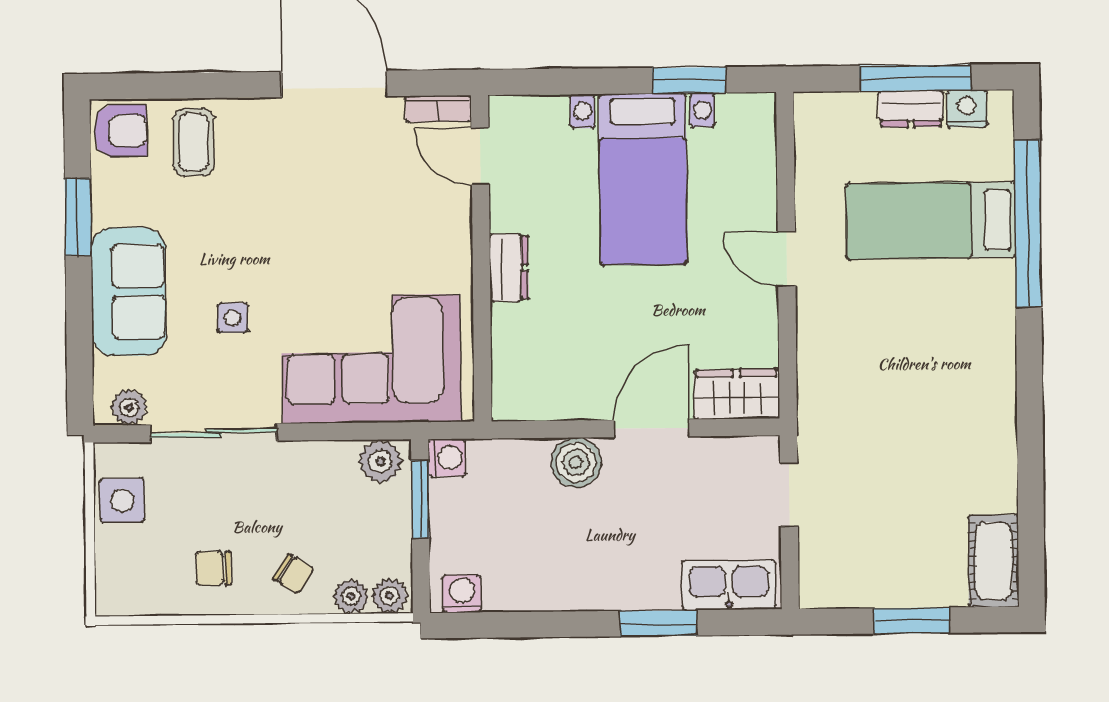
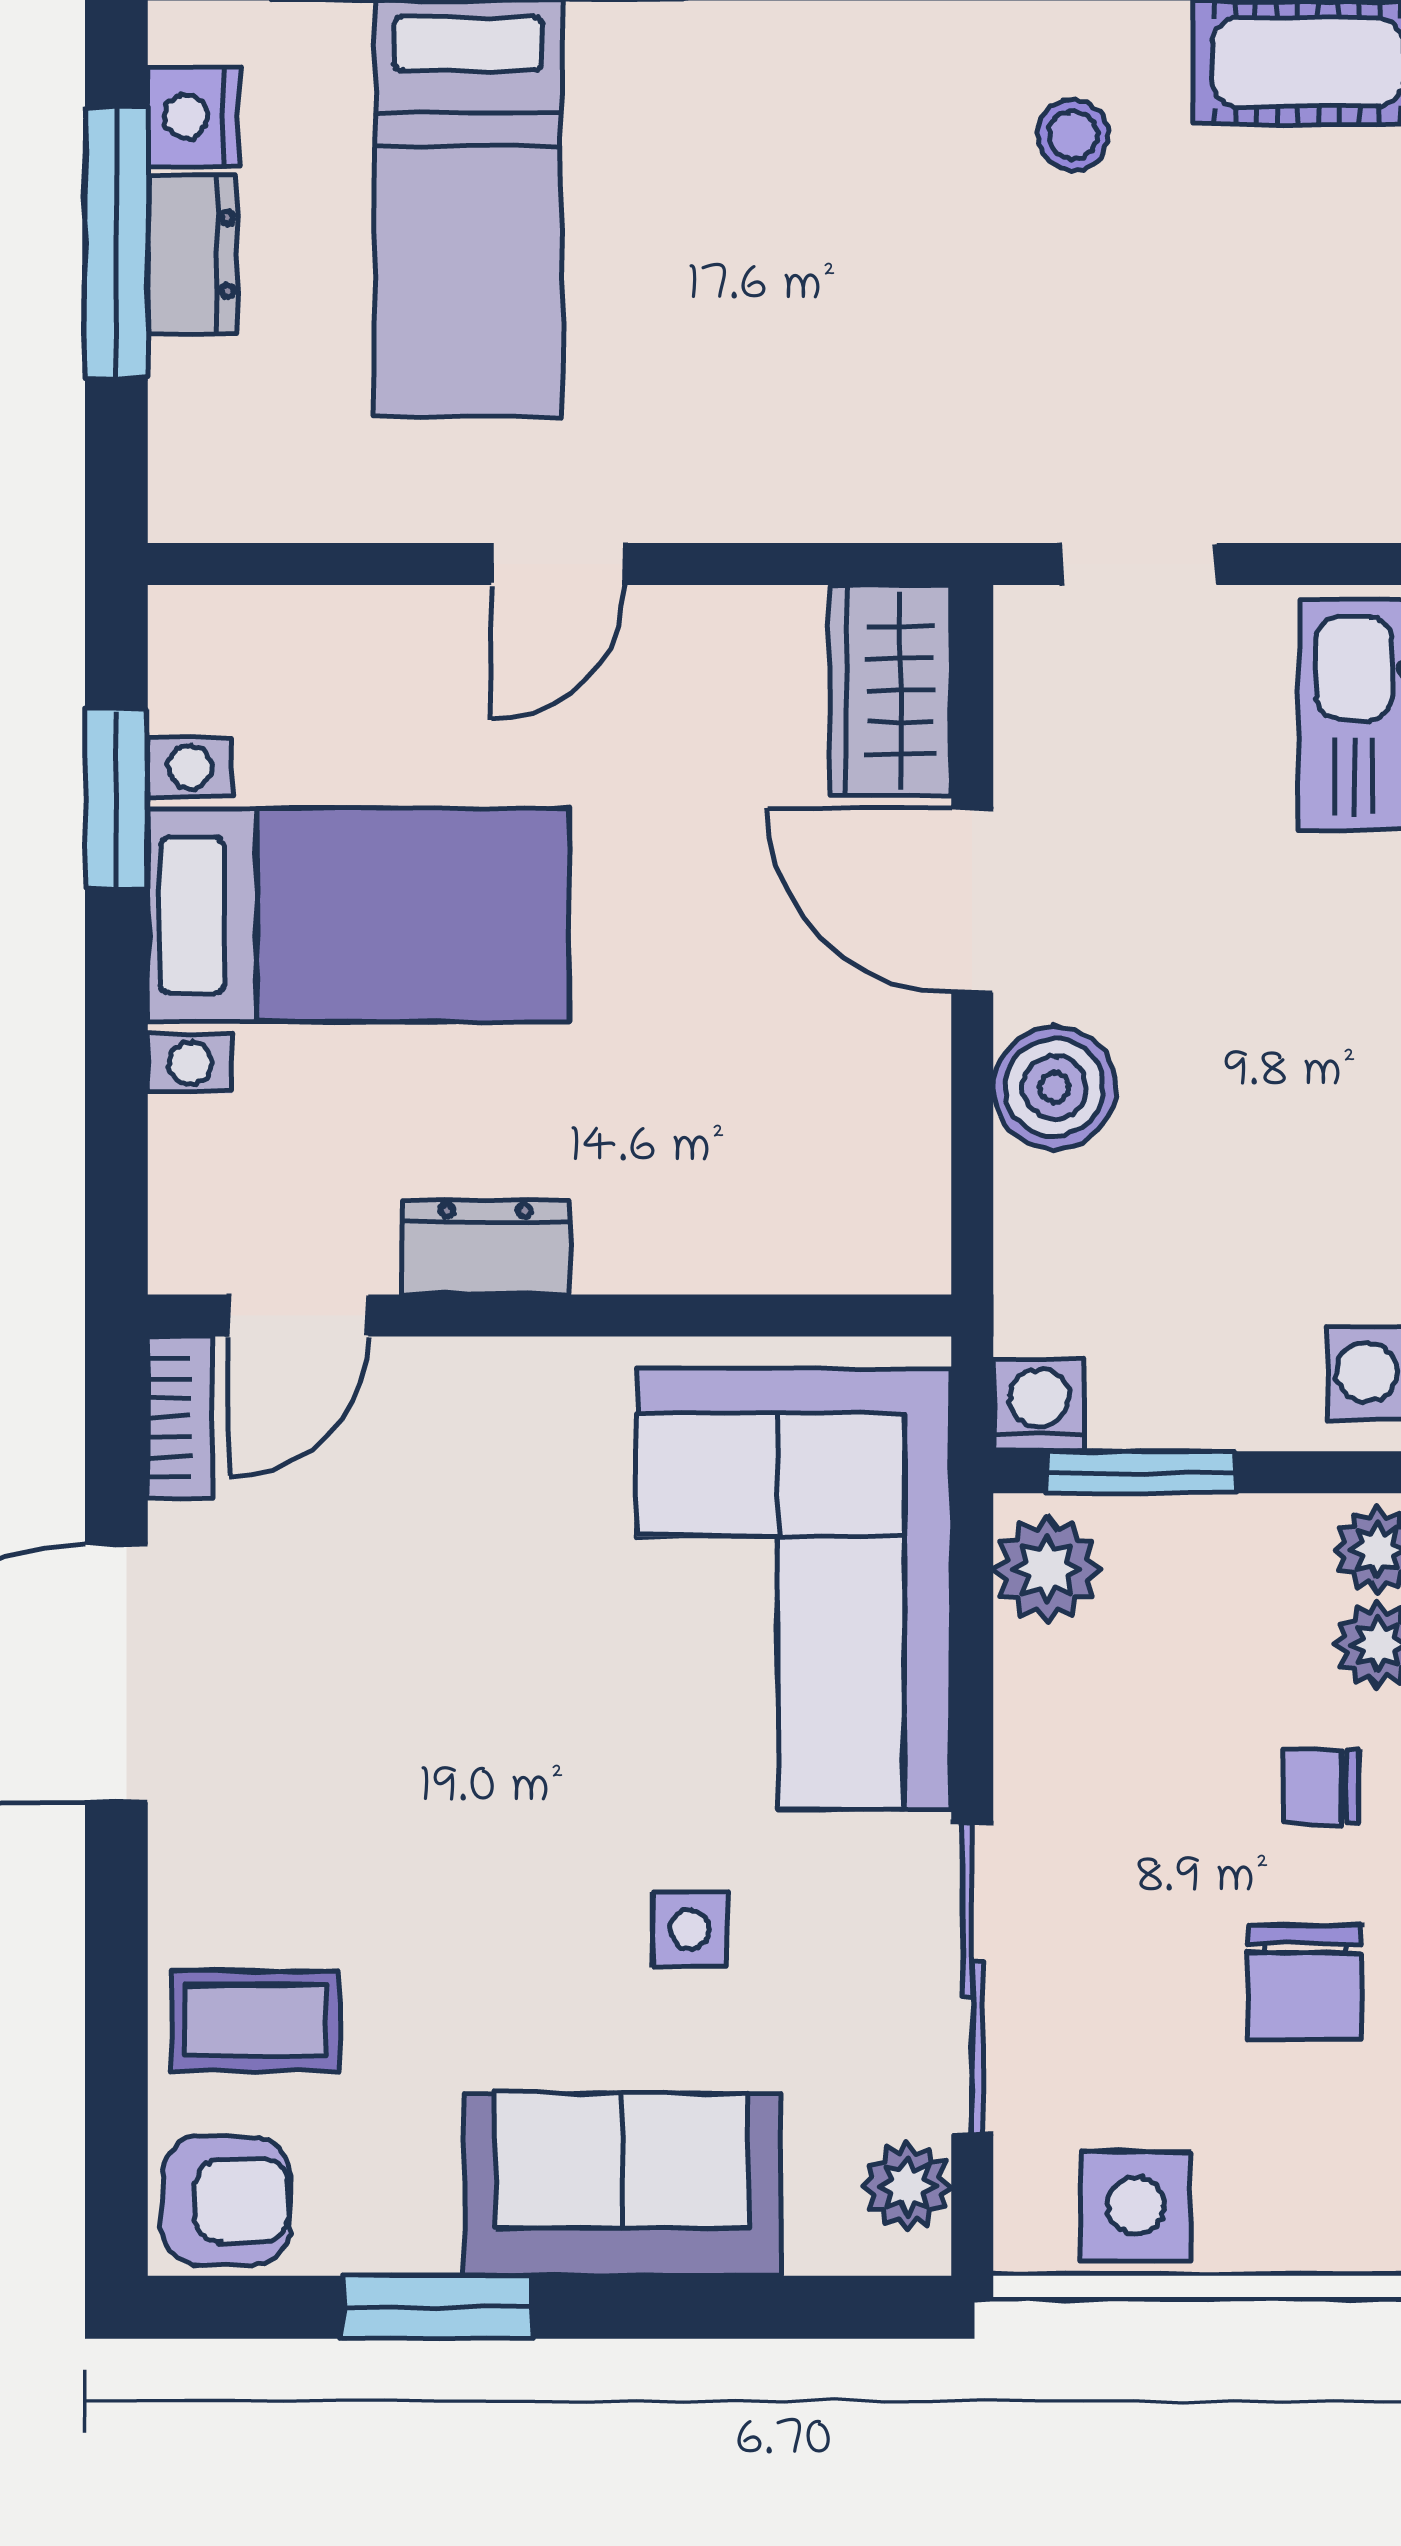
armchair: (120, 131) -> (226, 2201), turned 90
dresser: (509, 268) -> (486, 1247), moved
stool: (963, 466) -> (1073, 135), added
chair: (214, 568) -> (1305, 1983), width x1.37, depth x1.37
chair: (293, 574) -> (1321, 1786), turned -122

